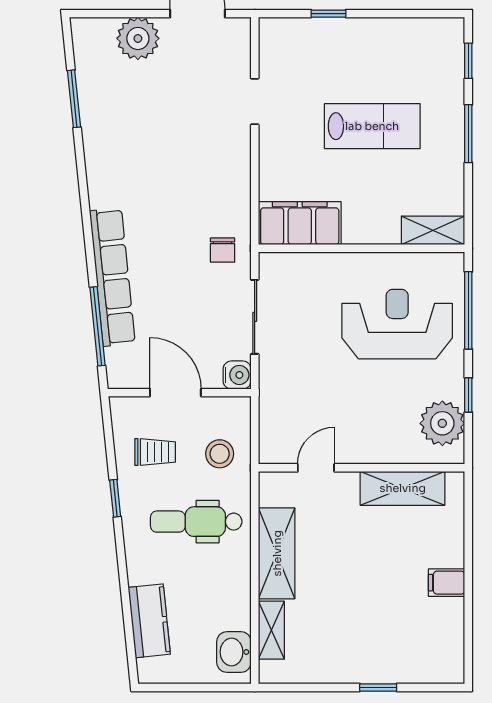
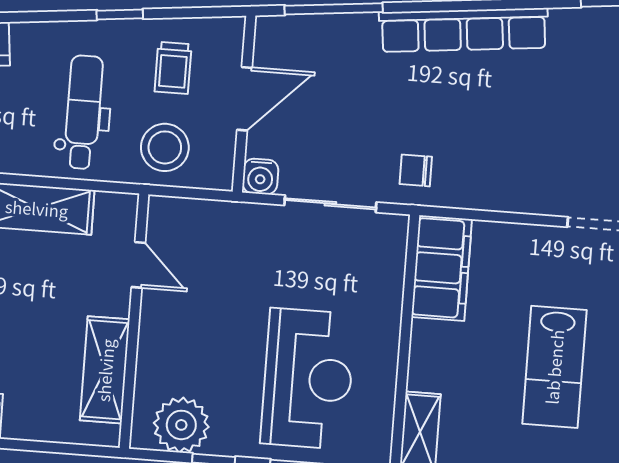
row of seats: (112, 277) -> (464, 30), moved
stool: (220, 454) -> (165, 147), width x1.38, depth x1.38

